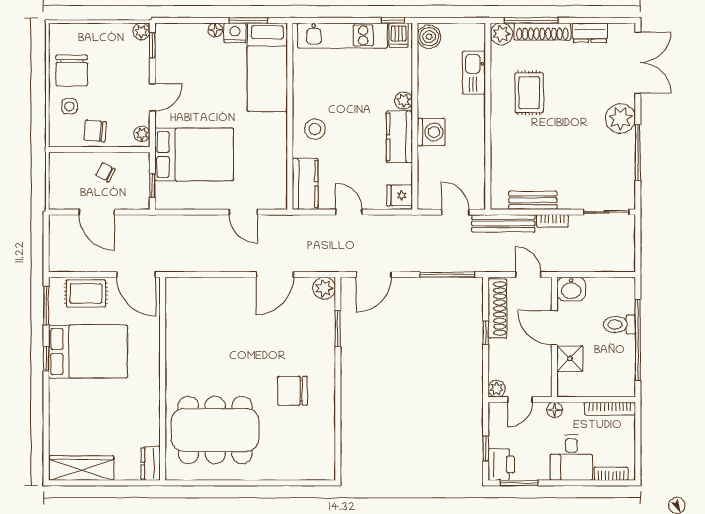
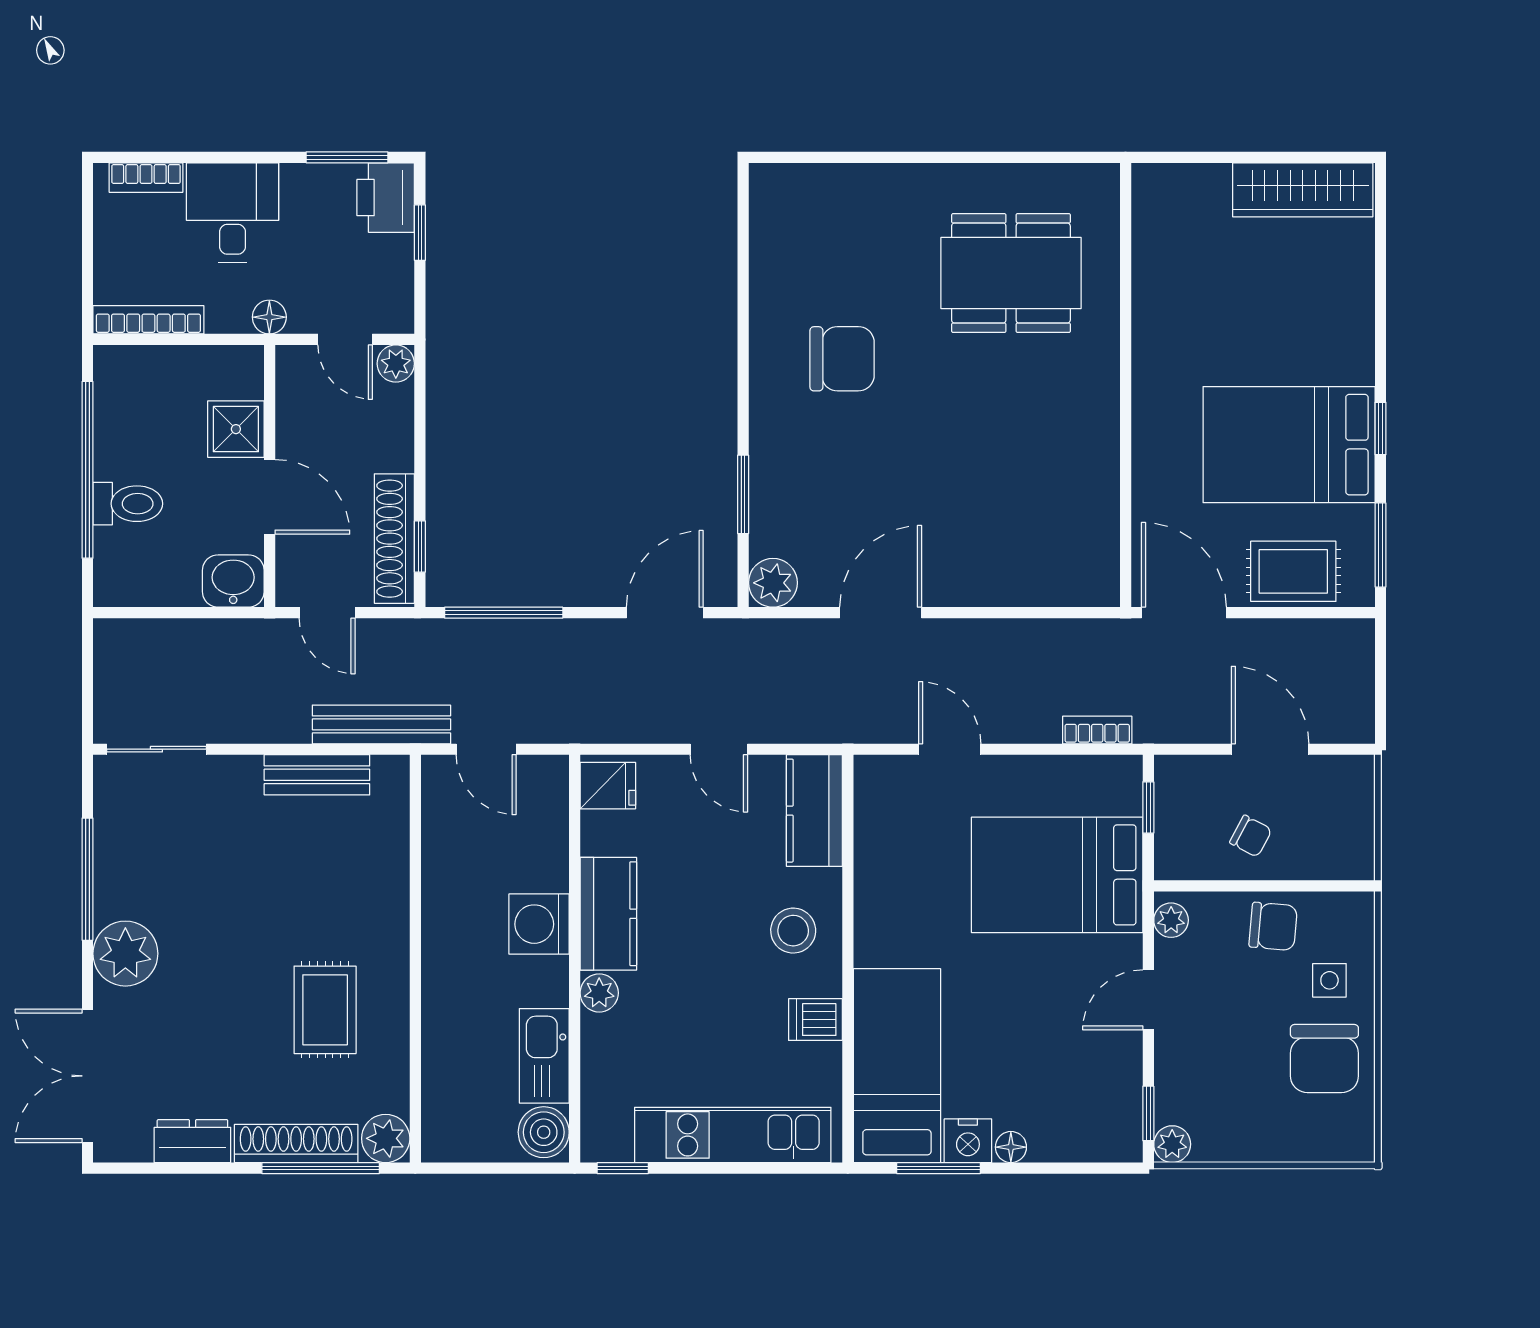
dishwasher: (399, 35) -> (815, 1020), moved, turned -90
chair: (72, 70) -> (1324, 1059), turned 180
kitchen sink: (474, 73) -> (544, 1056), moved, turned 180
bookcase: (552, 221) -> (1097, 730), moved
window: (486, 333) -> (420, 546), moved
door: (520, 400) -> (345, 339), swing flipped
dining table: (215, 430) -> (1011, 273), width x0.73, depth x0.80
dresser: (151, 463) -> (1152, 200), removed

